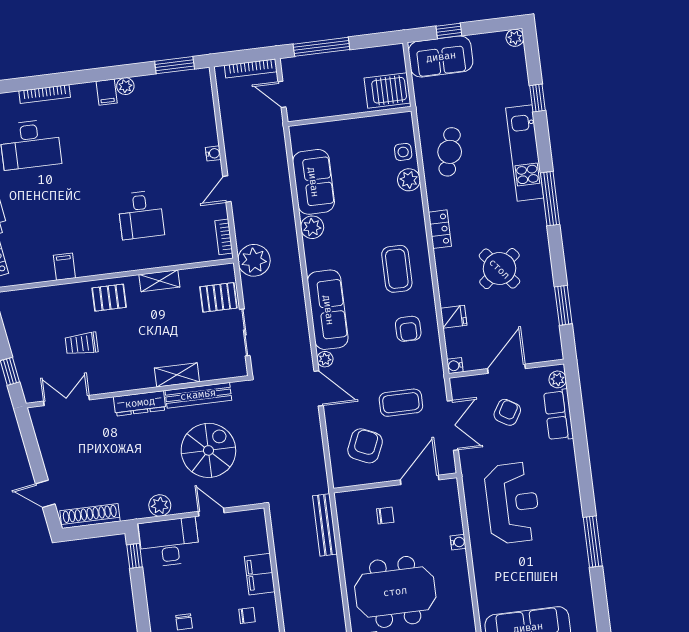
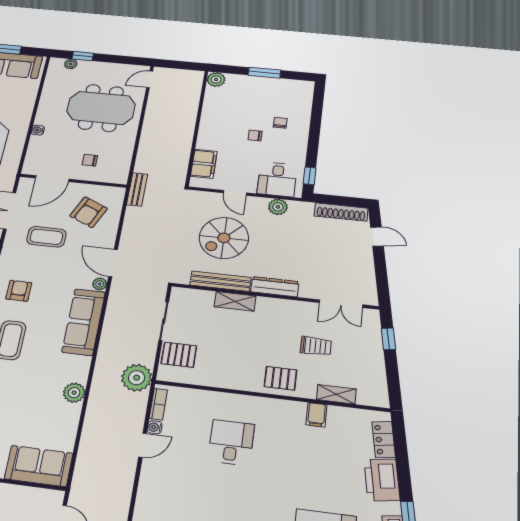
water cooler: (213, 153) -> (155, 427), moved
sofa: (313, 182) -> (39, 466), moved, turned 90
shelving: (159, 281) -> (336, 394), moved
bench: (325, 525) -> (137, 189), moved, width x0.73
desk: (169, 542) -> (277, 179), width x0.73
filing cabinet: (260, 574) -> (204, 164), moved
chair: (247, 616) -> (255, 135), moved

